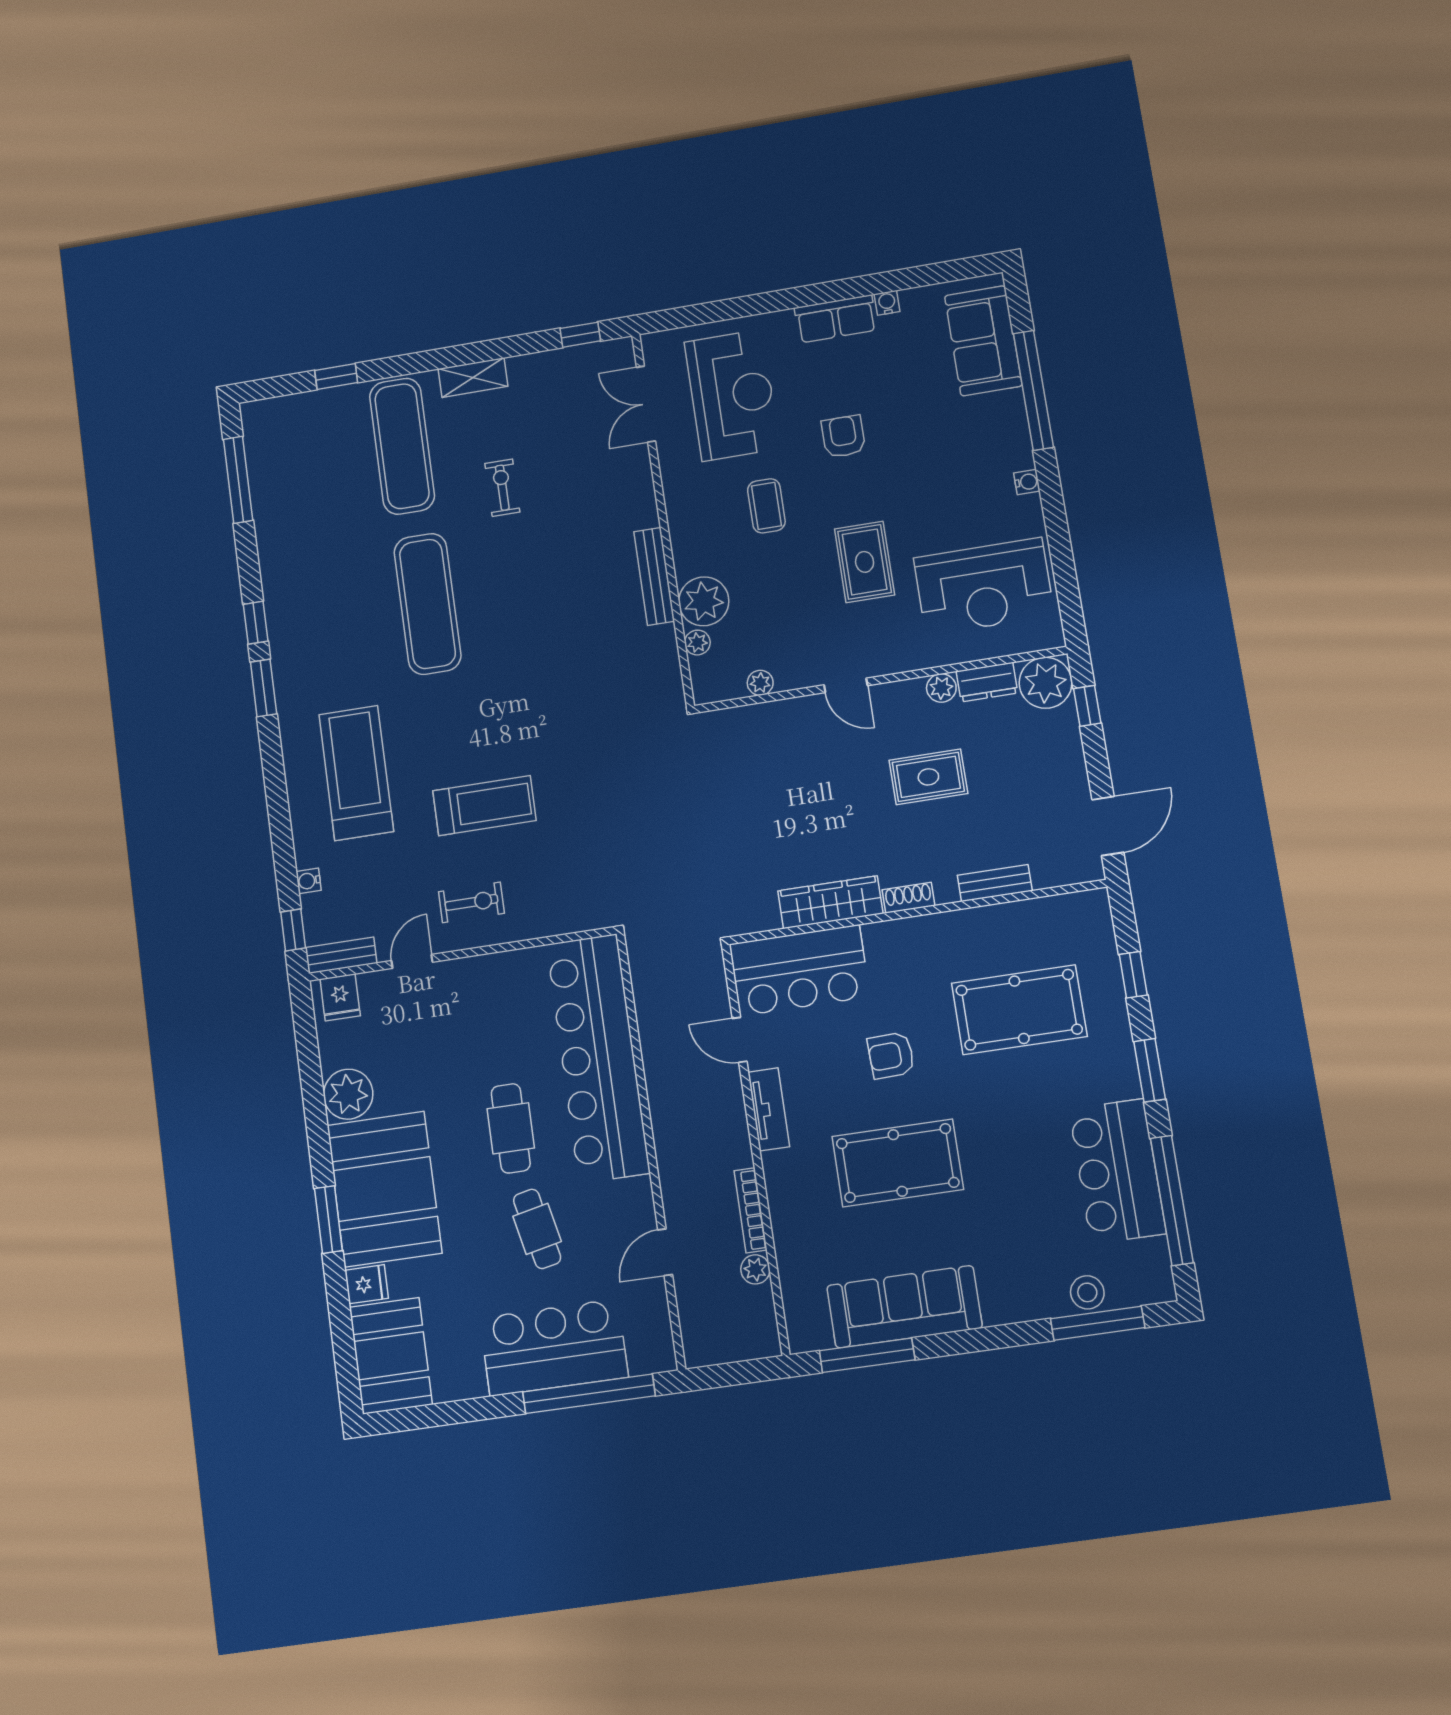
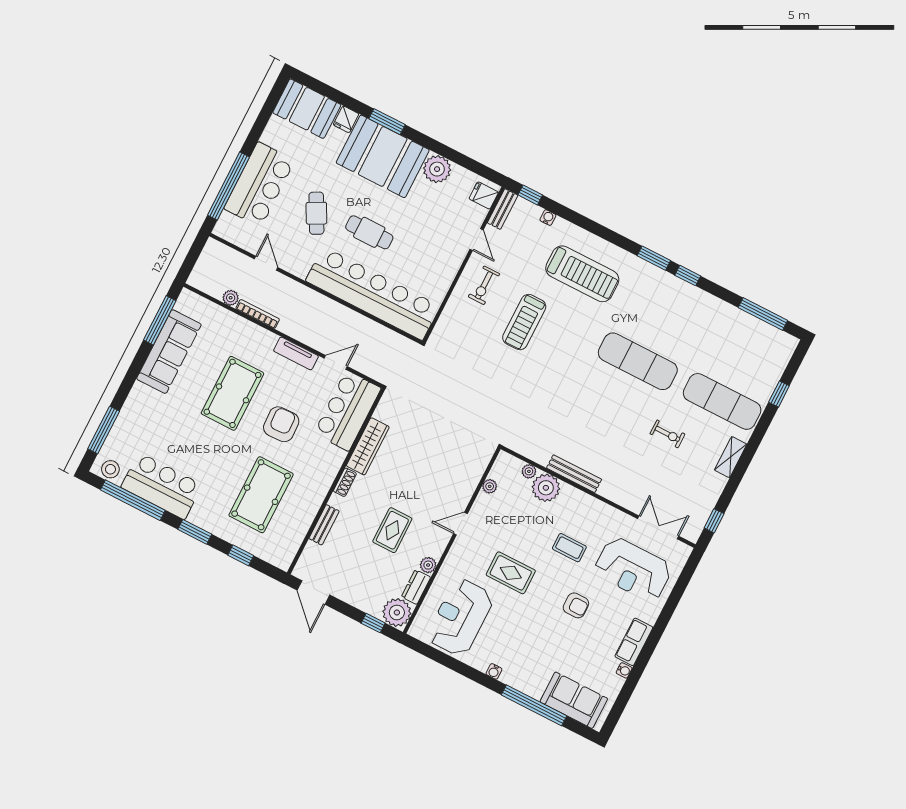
armchair: (891, 1055) -> (281, 424), width x1.38, depth x1.38
cafe table: (537, 1229) -> (316, 213), turned 74
stool: (1087, 1292) -> (110, 469), moved

